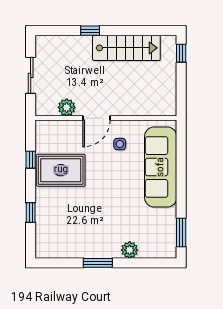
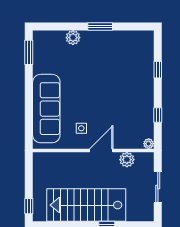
stairs: (126, 48) -> (86, 205), width x1.36, depth x1.51
plant: (41, 126) -> (149, 144), added
rug: (61, 170) -> (132, 106), removed

